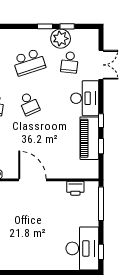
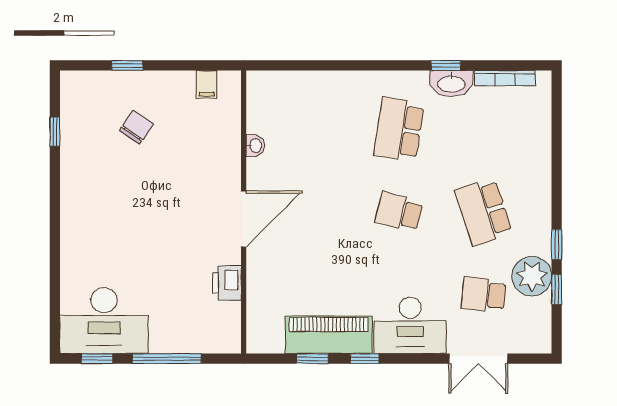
school desk: (29, 104) -> (399, 212), turned 39
printer: (75, 188) -> (227, 283), moved
window: (101, 204) -> (167, 359), moved

